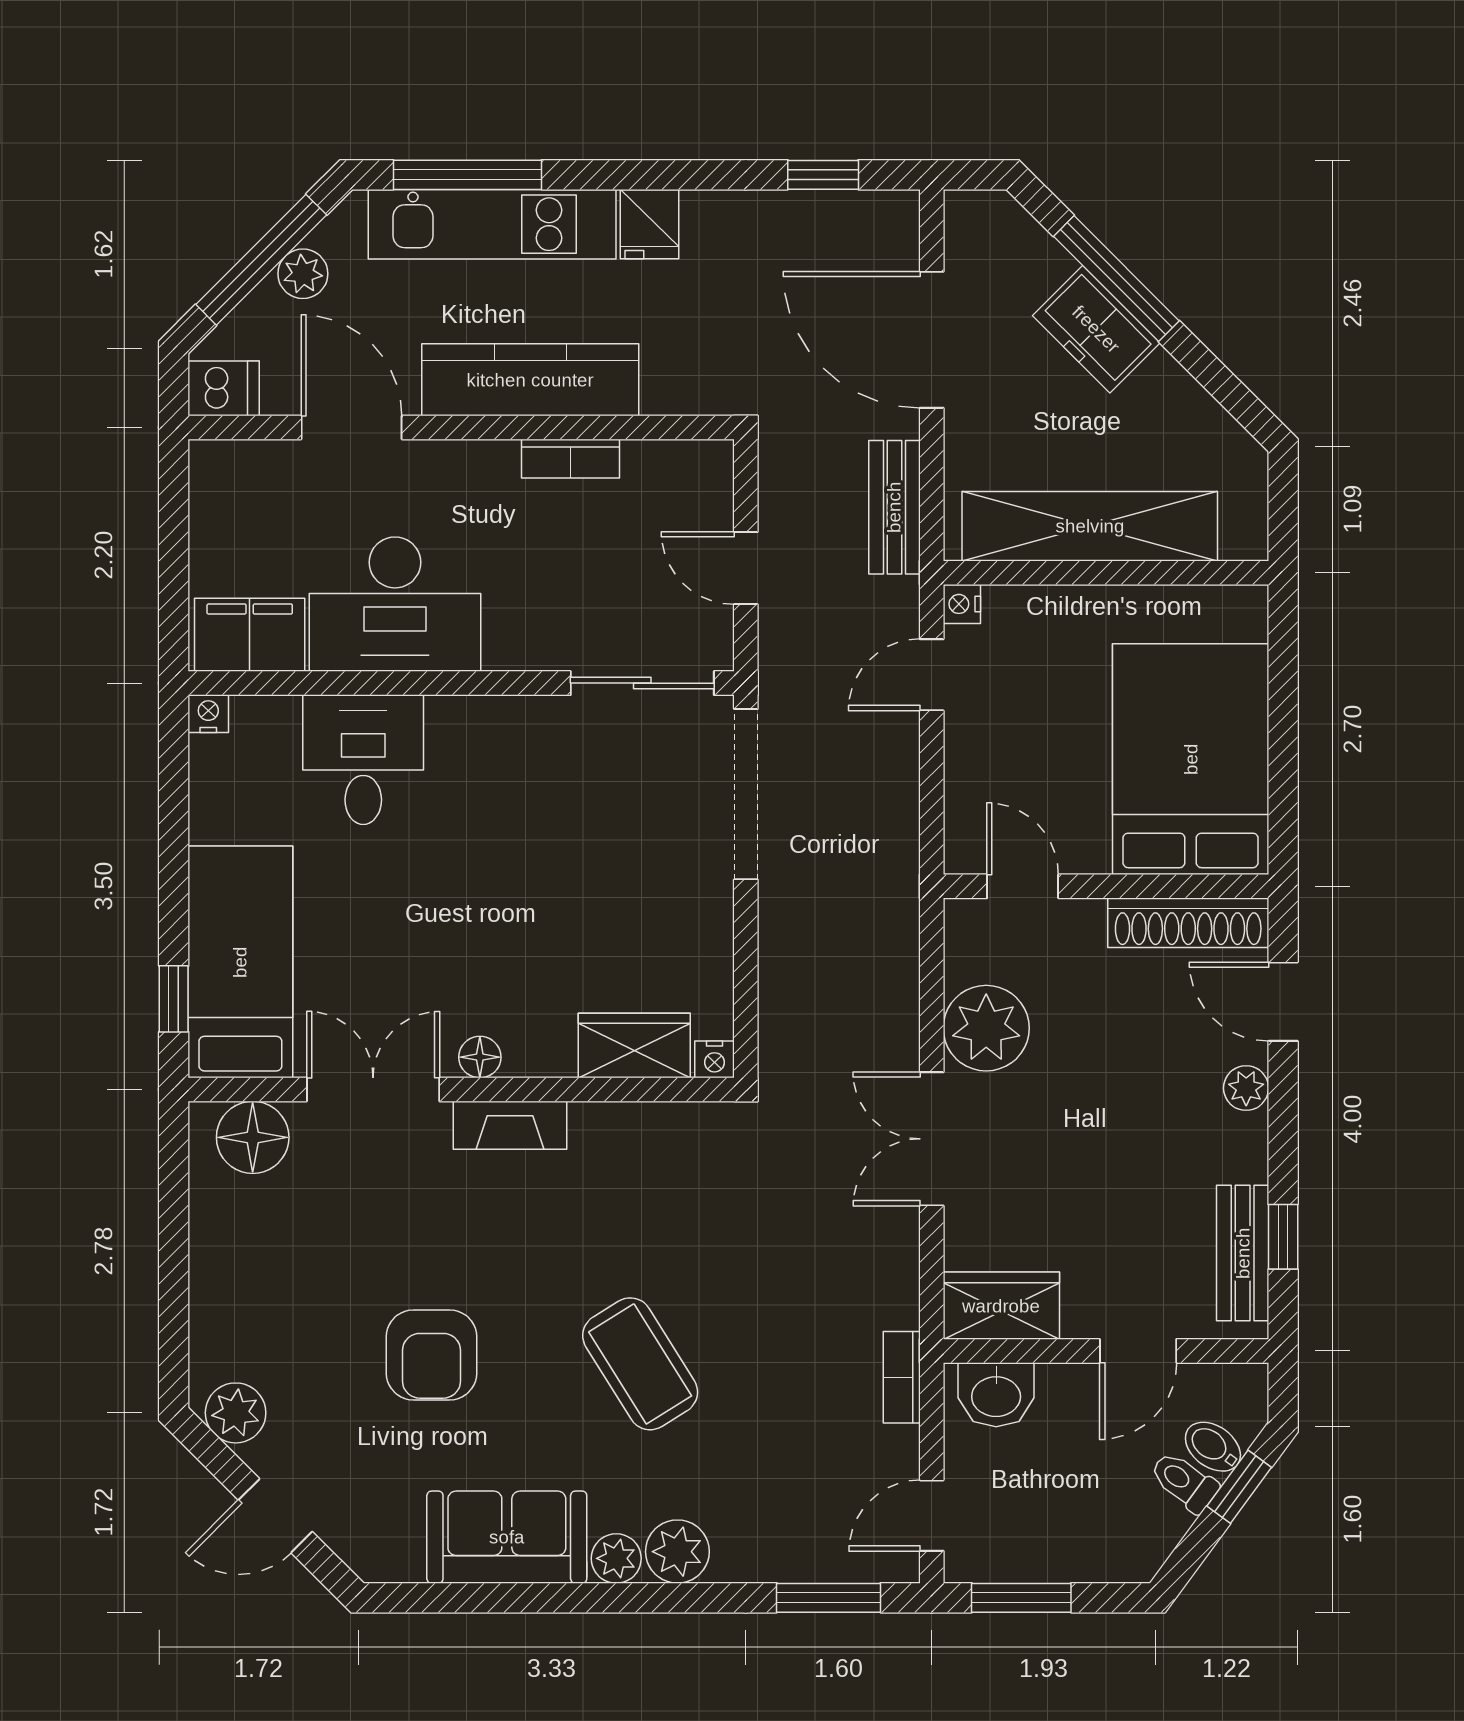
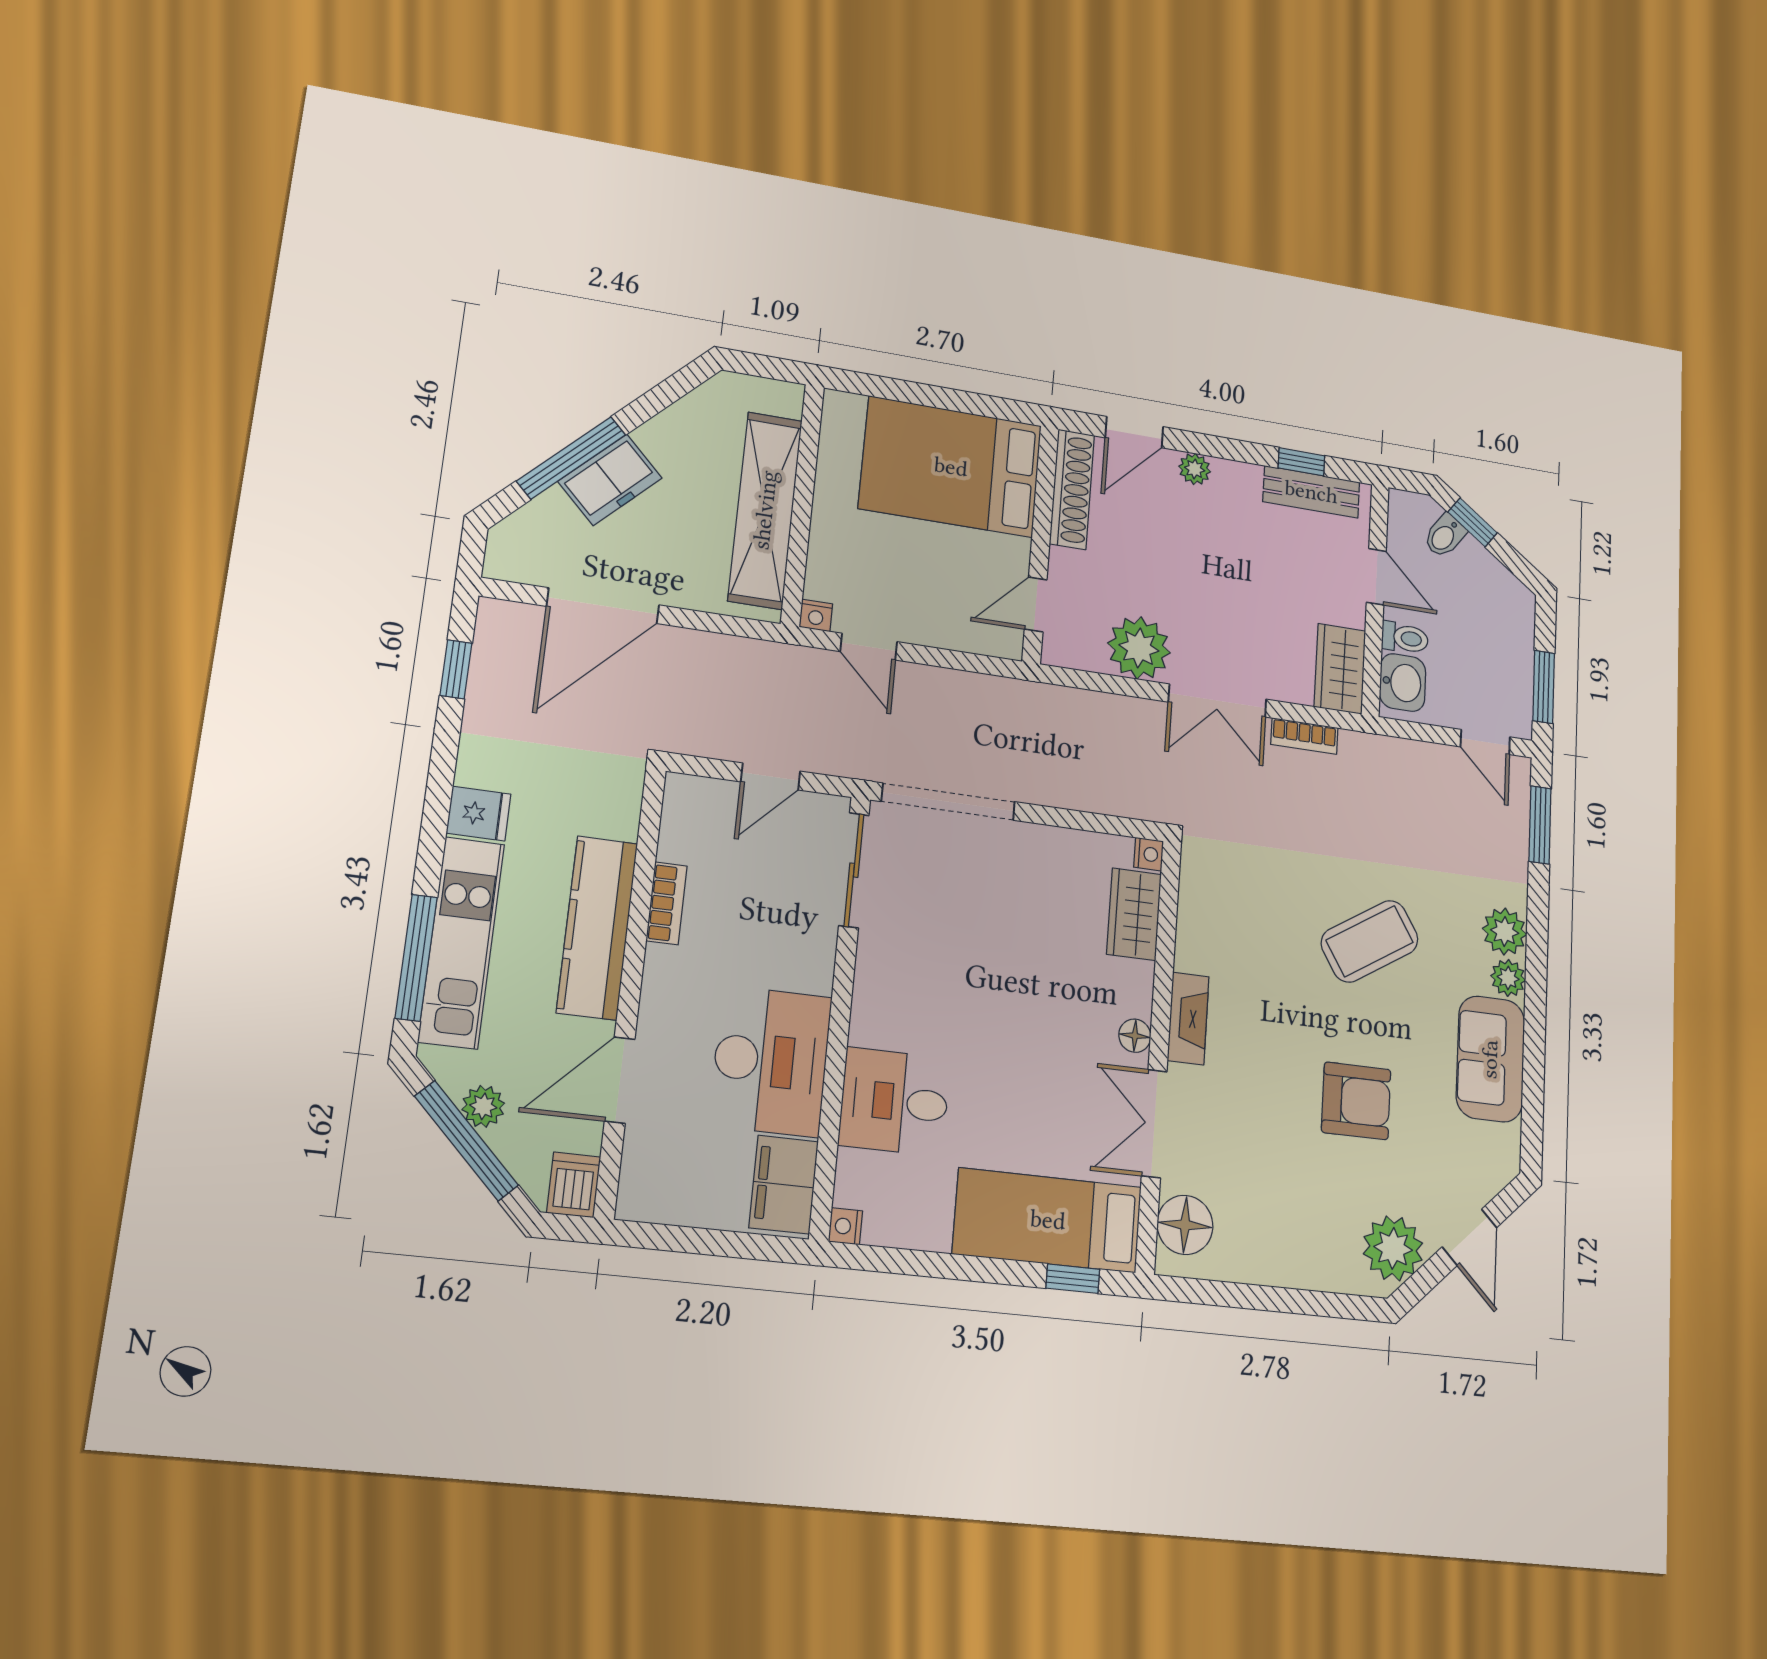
bench: (894, 507) -> (734, 655), removed
bookcase: (902, 1377) -> (1304, 736), moved
plant: (236, 1413) -> (1393, 1248), width x1.36, depth x1.36
toilet: (1184, 1482) -> (1405, 638), moved, turned -126

